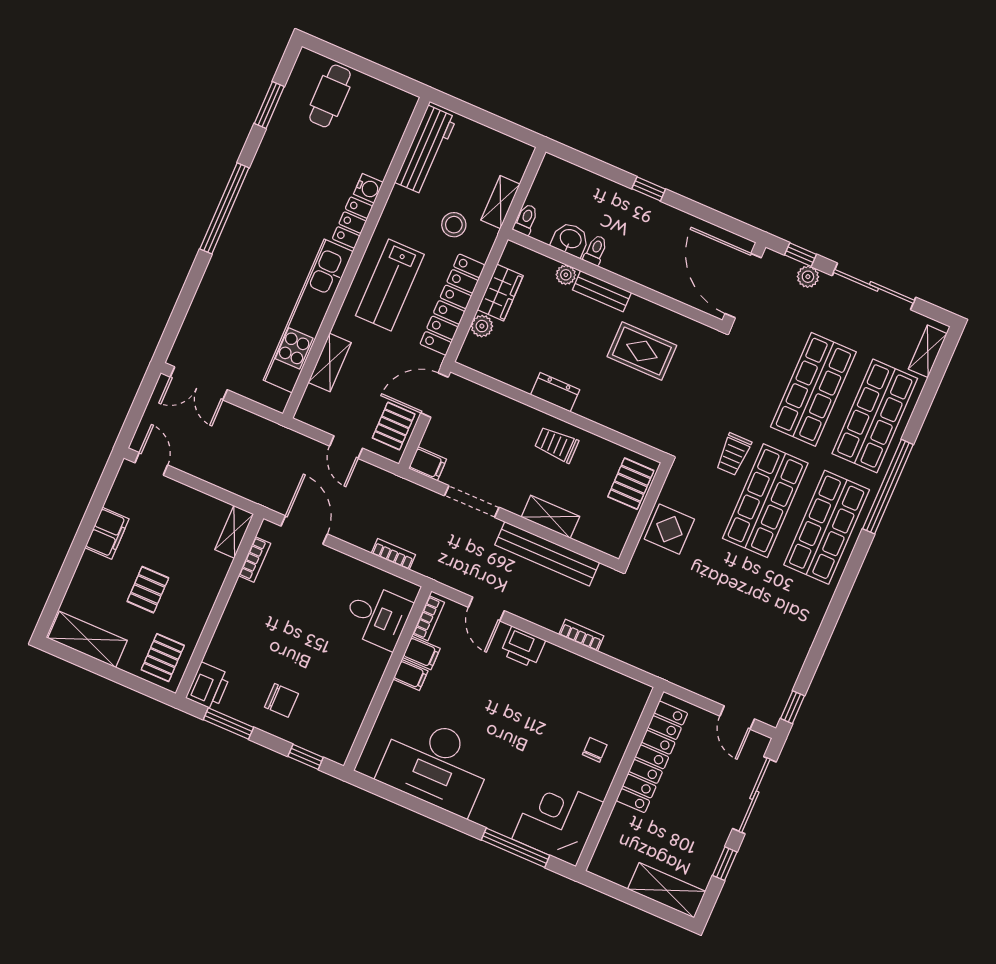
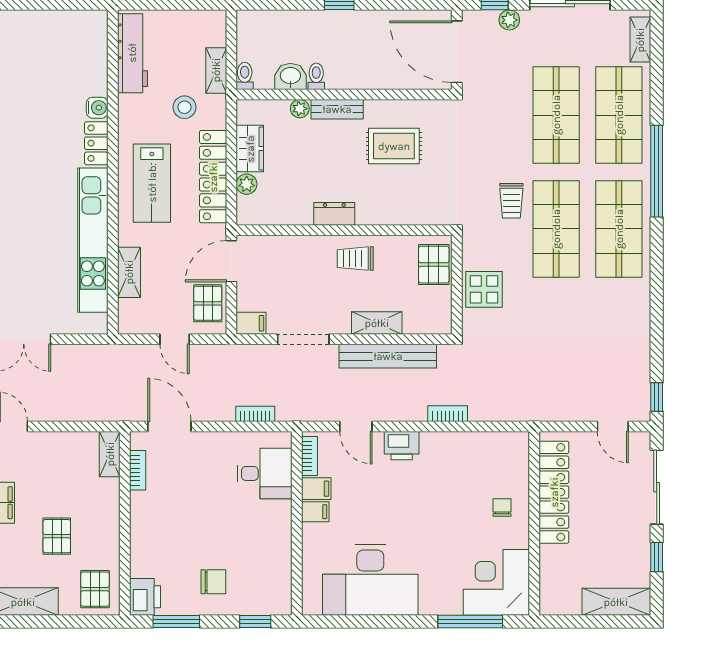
cafe table: (330, 96) -> (30, 42), removed

